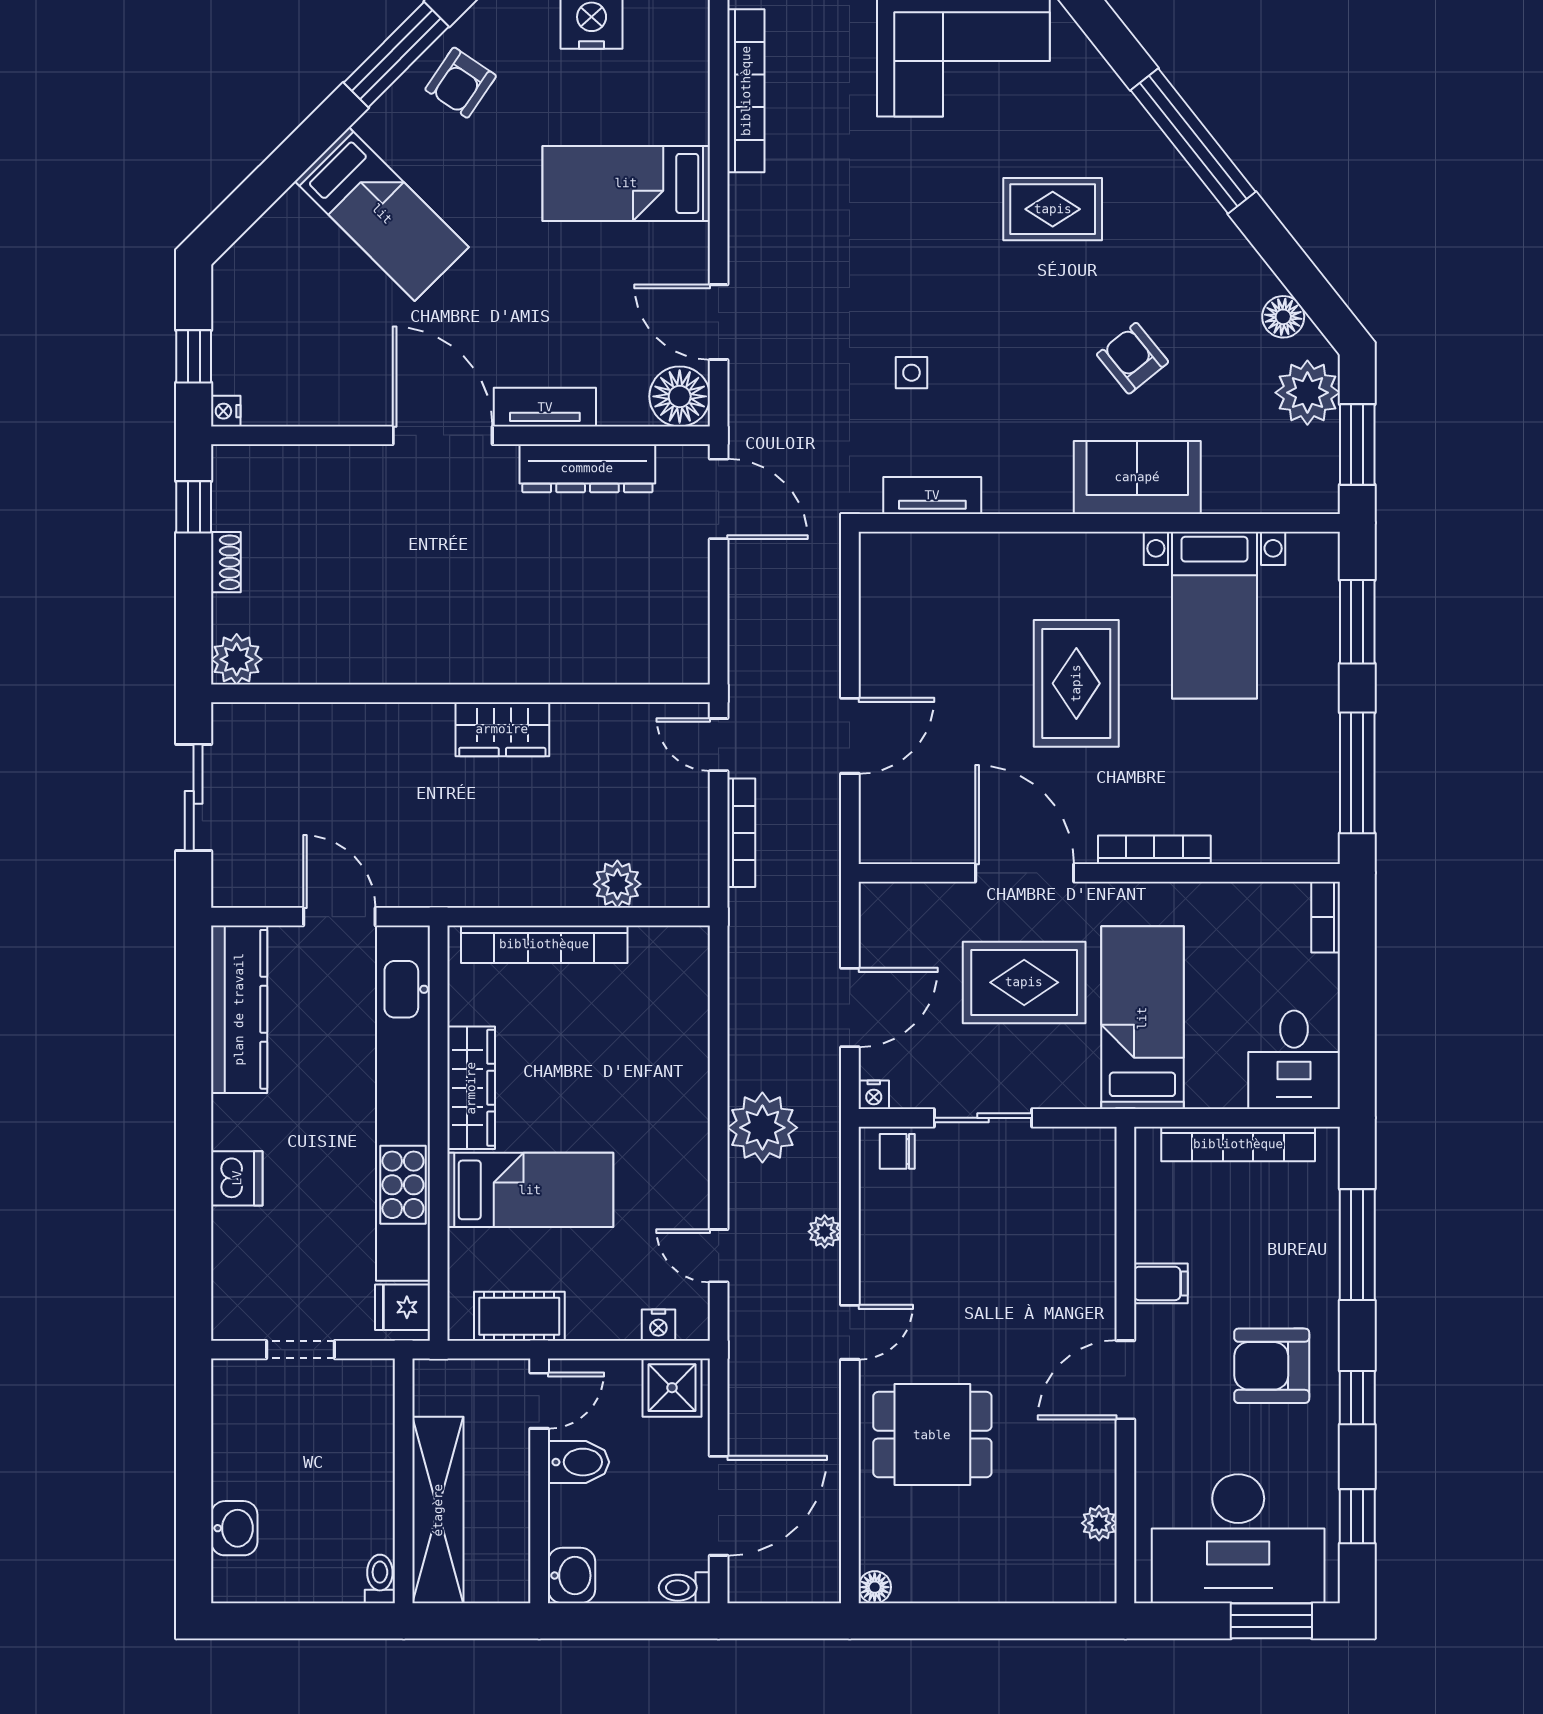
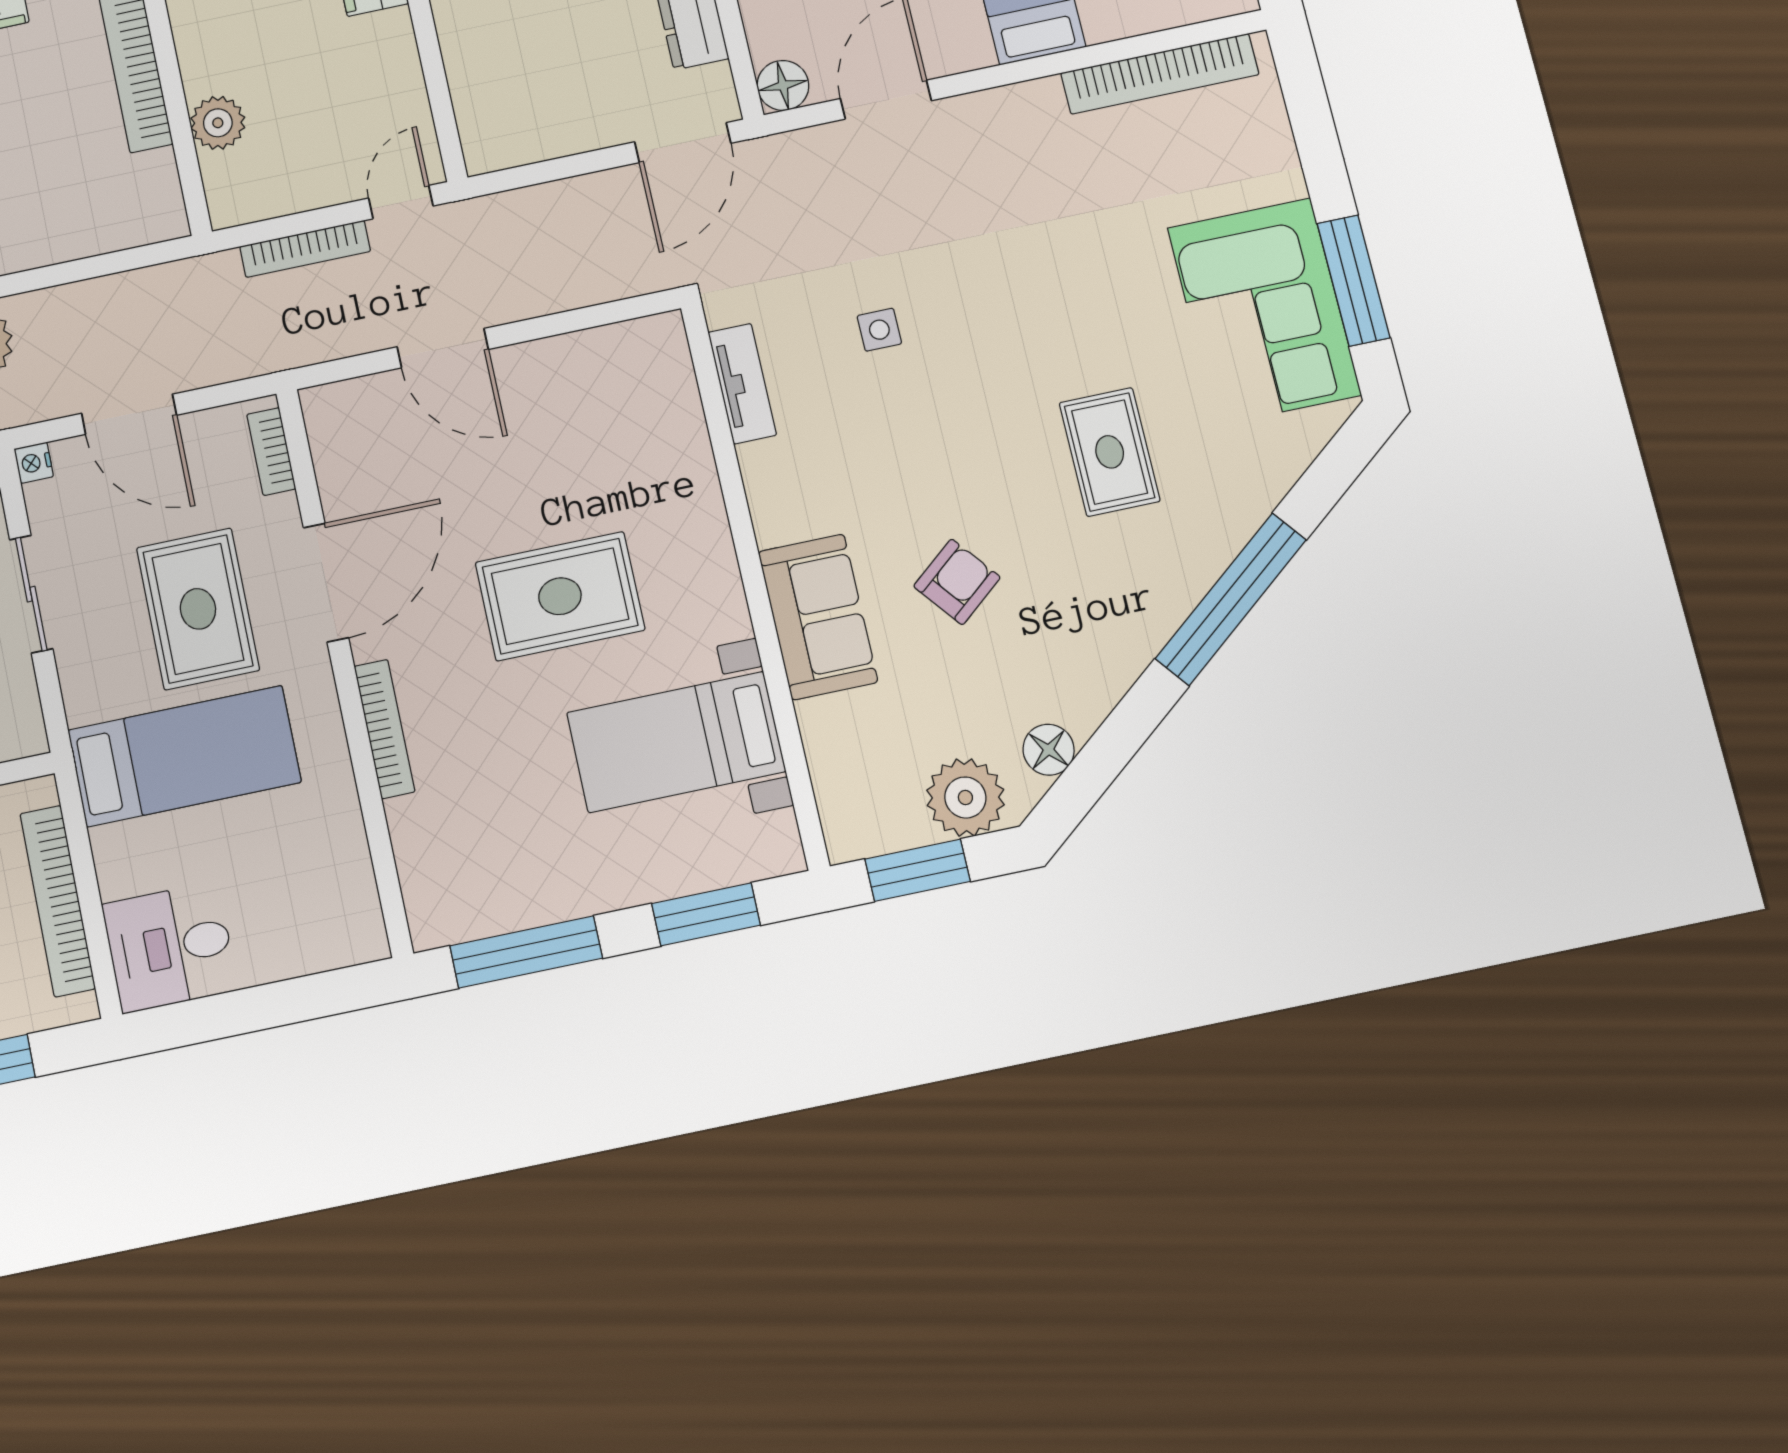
floor lamp: (680, 396) -> (783, 85), width x0.73, depth x0.73
bookcase: (1326, 917) -> (271, 452), moved, turned -90

